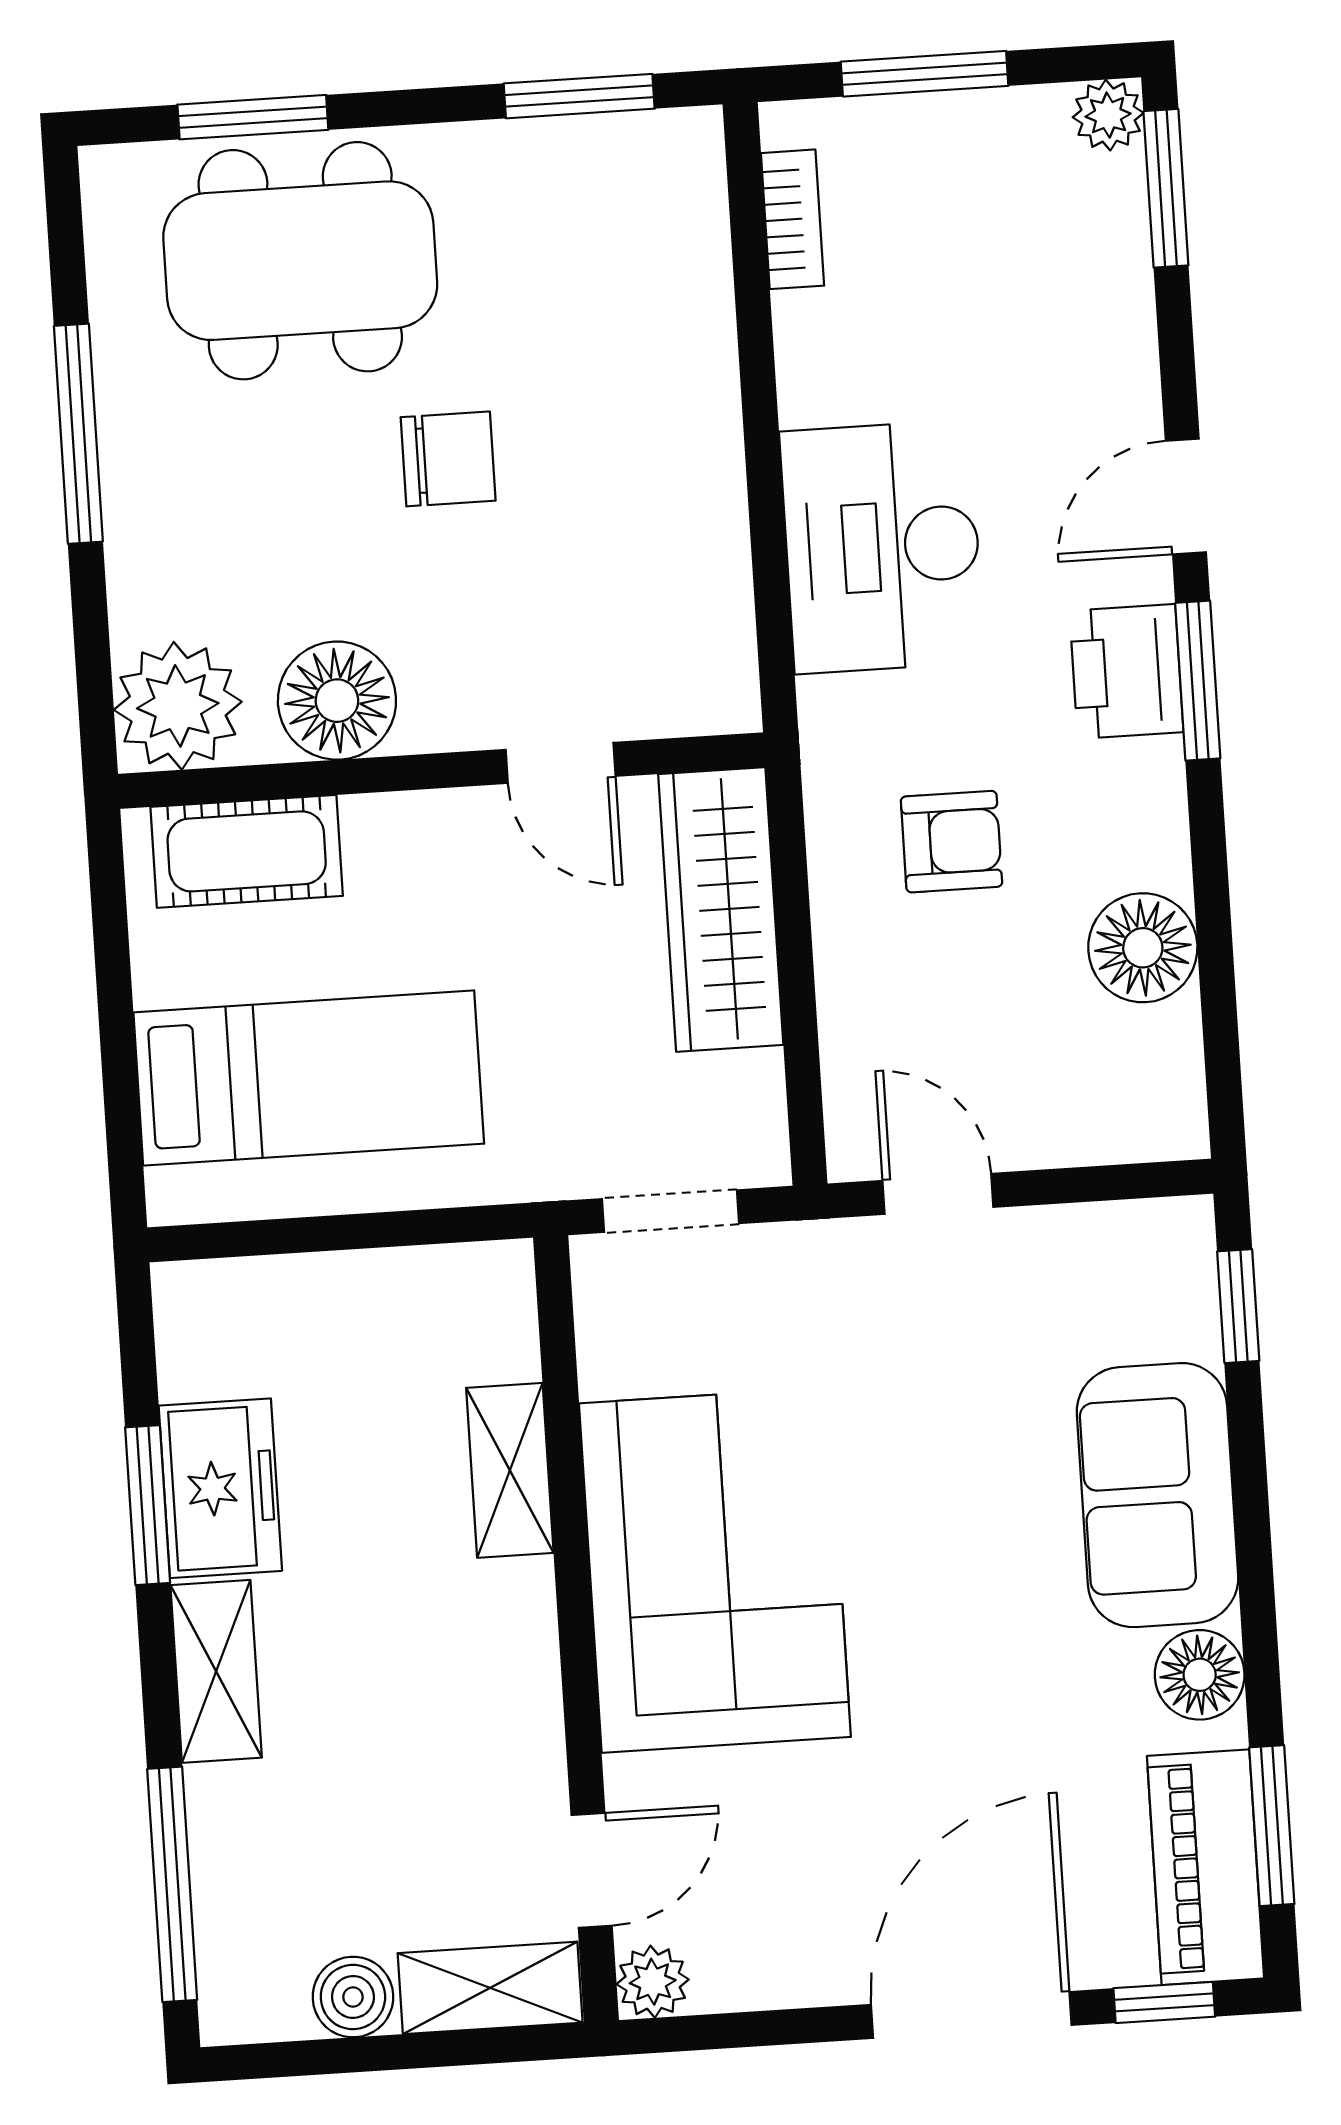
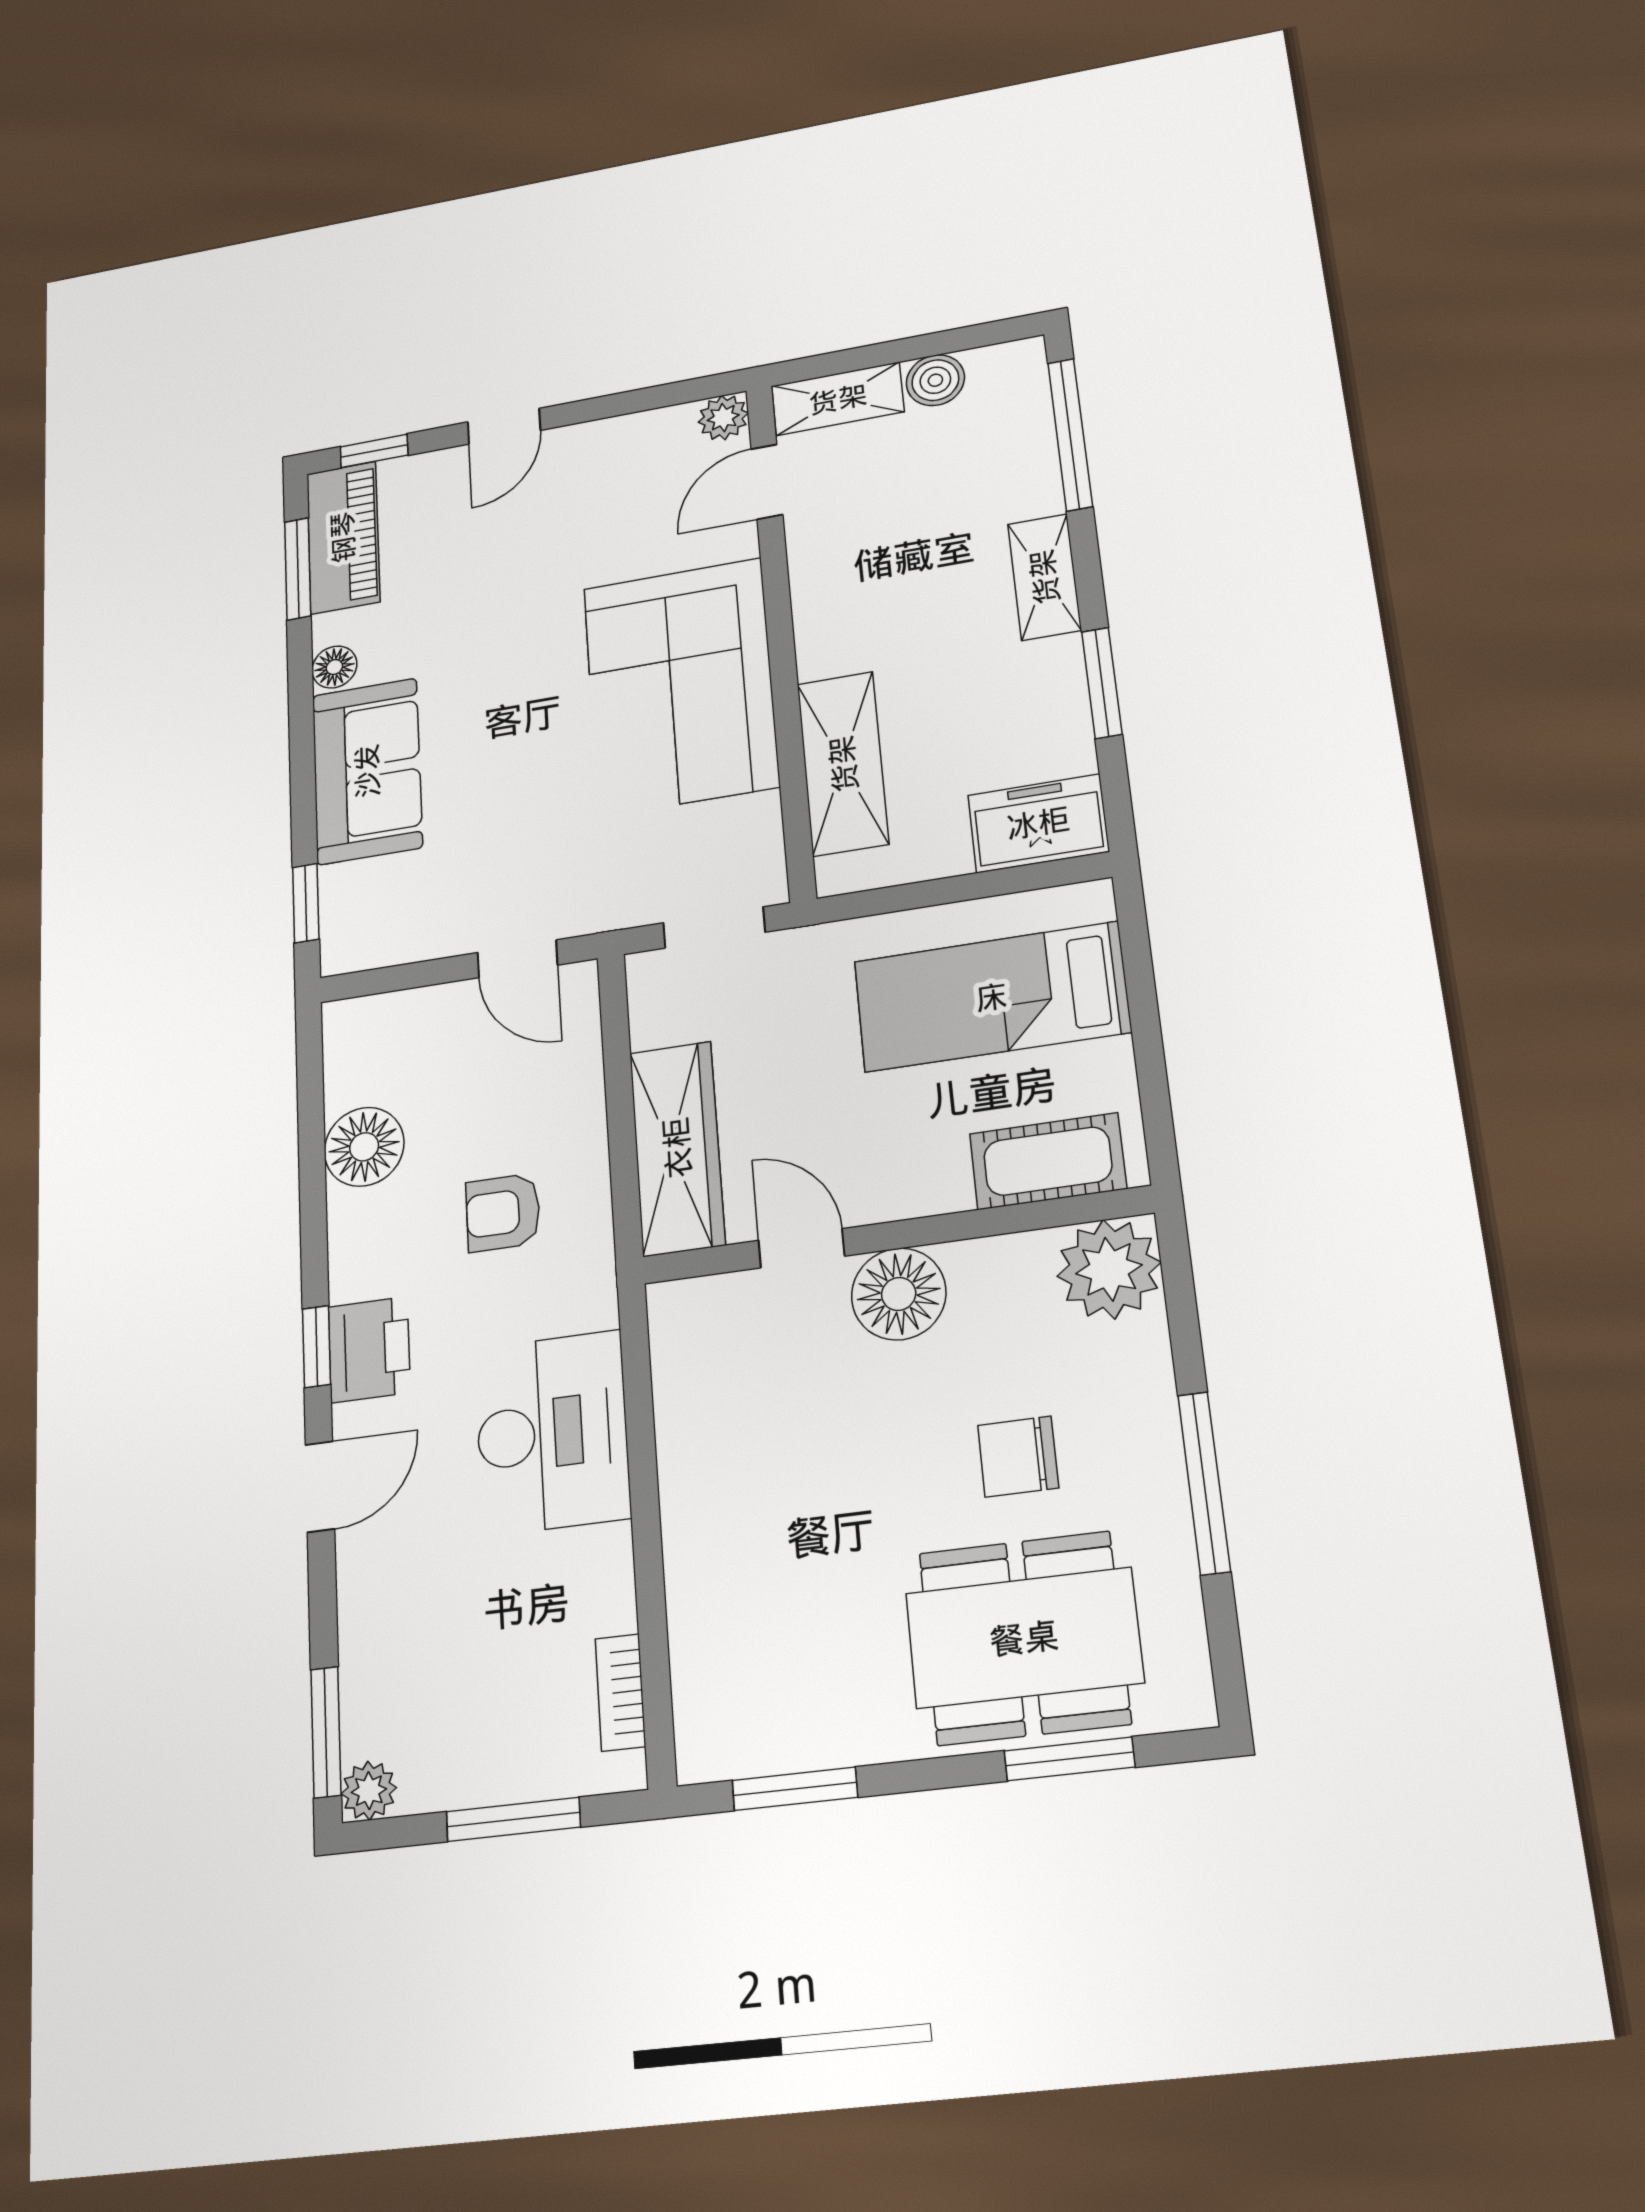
chair: (448, 459) -> (1018, 1457), moved
window: (1198, 681) -> (317, 1347), width x0.67
floor lamp: (337, 701) -> (899, 1294), moved
shelving: (510, 1470) -> (843, 764), width x1.50, depth x1.33
freezer: (220, 1488) -> (1038, 823), moved, turned 90
floor lamp: (1200, 1675) -> (334, 667), width x0.73, depth x0.73
door: (971, 2015) -> (504, 426), width x0.53

